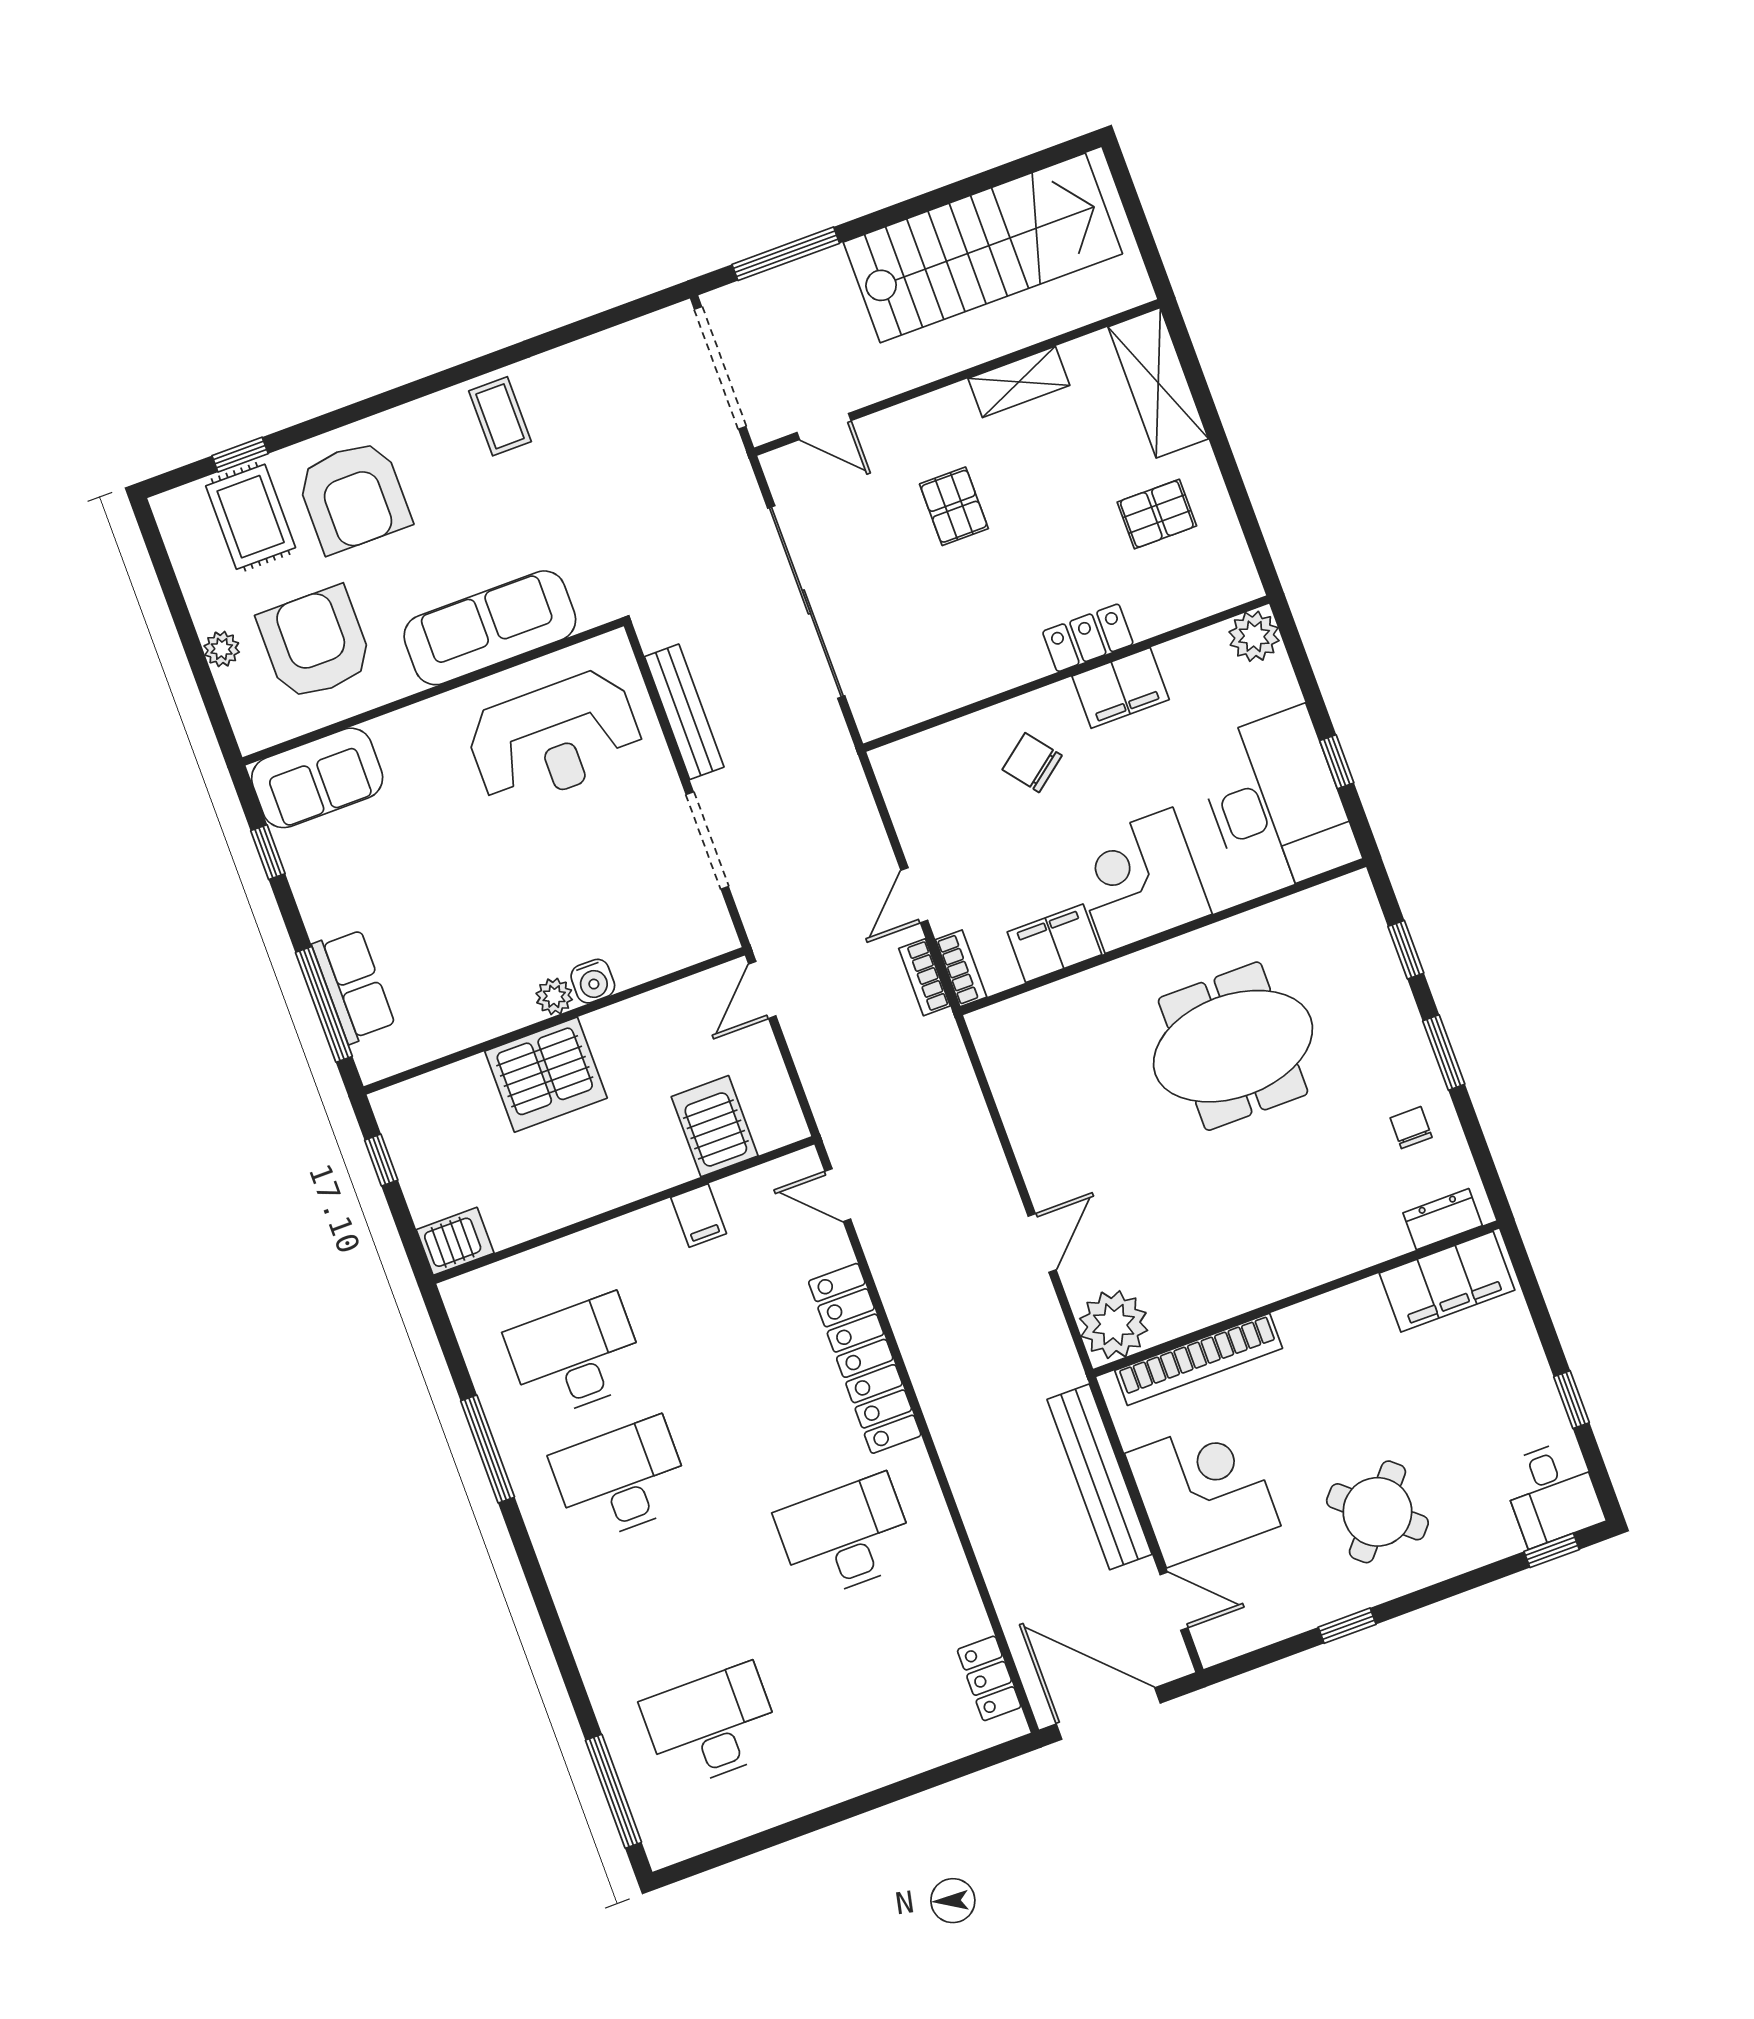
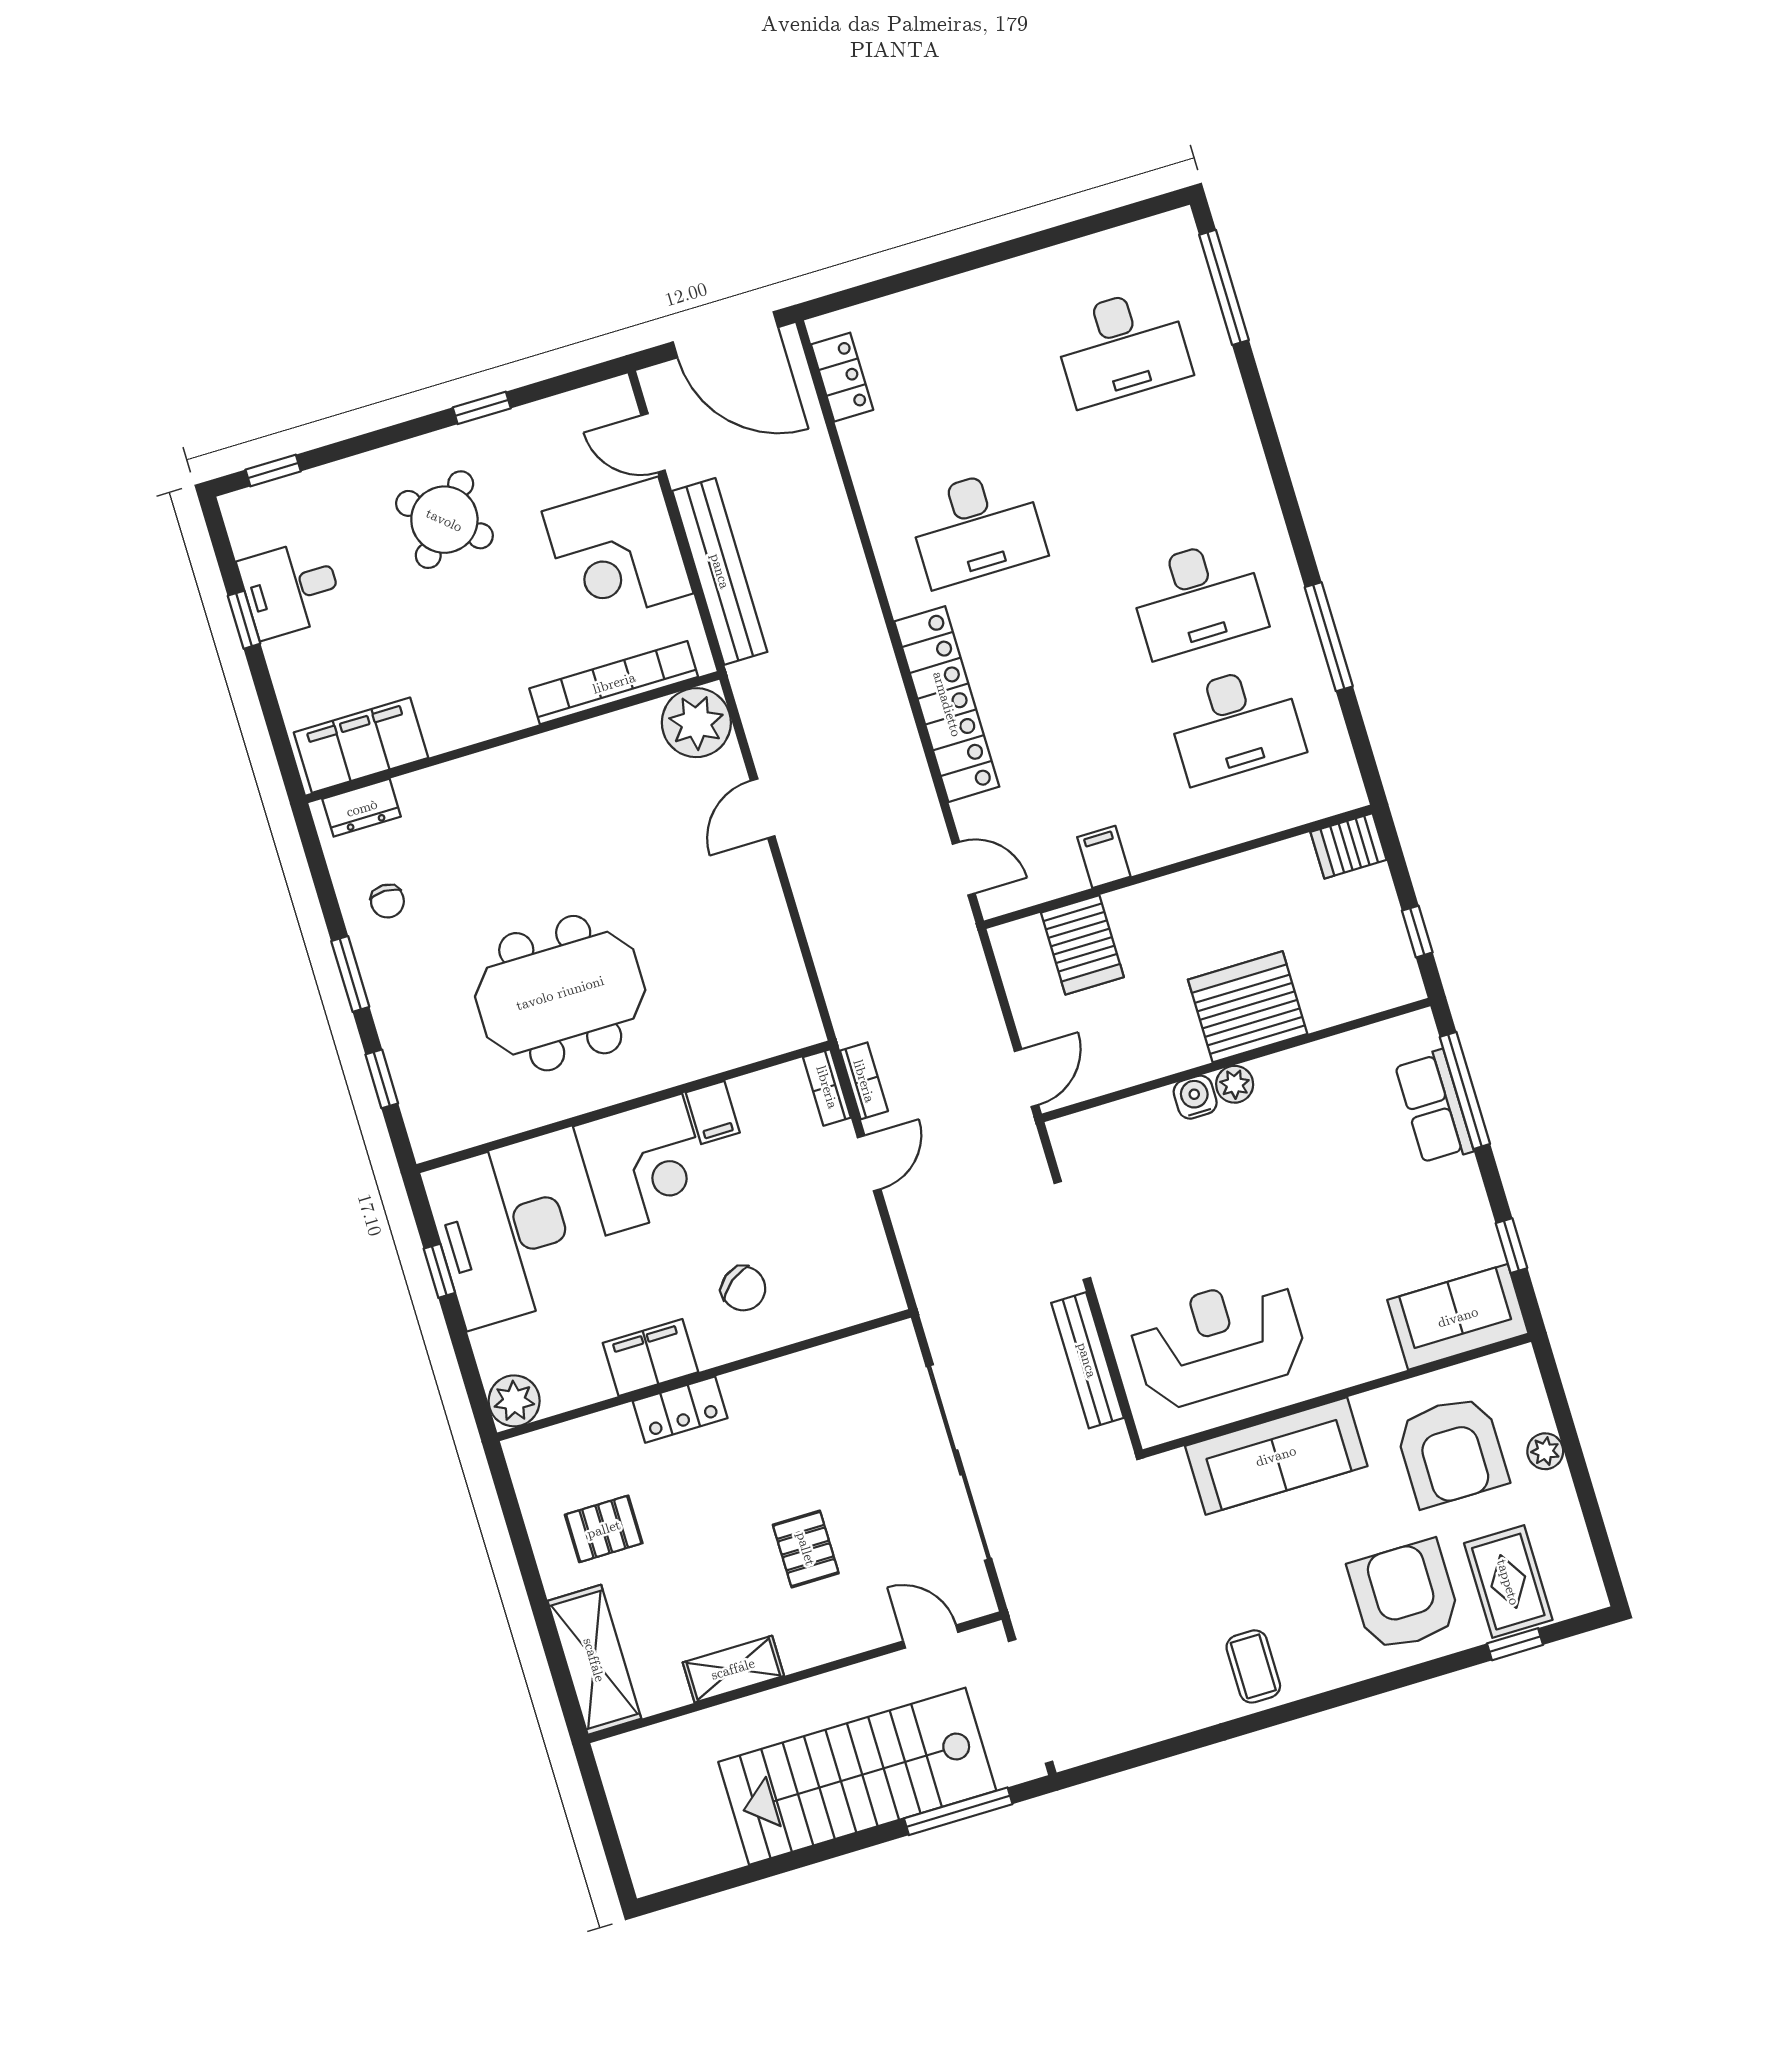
stairs: (983, 248) -> (857, 1776), moved
filing cabinet: (1054, 943) -> (713, 1113), width x0.50
desk: (1552, 1493) -> (291, 589), moved, turned -90

